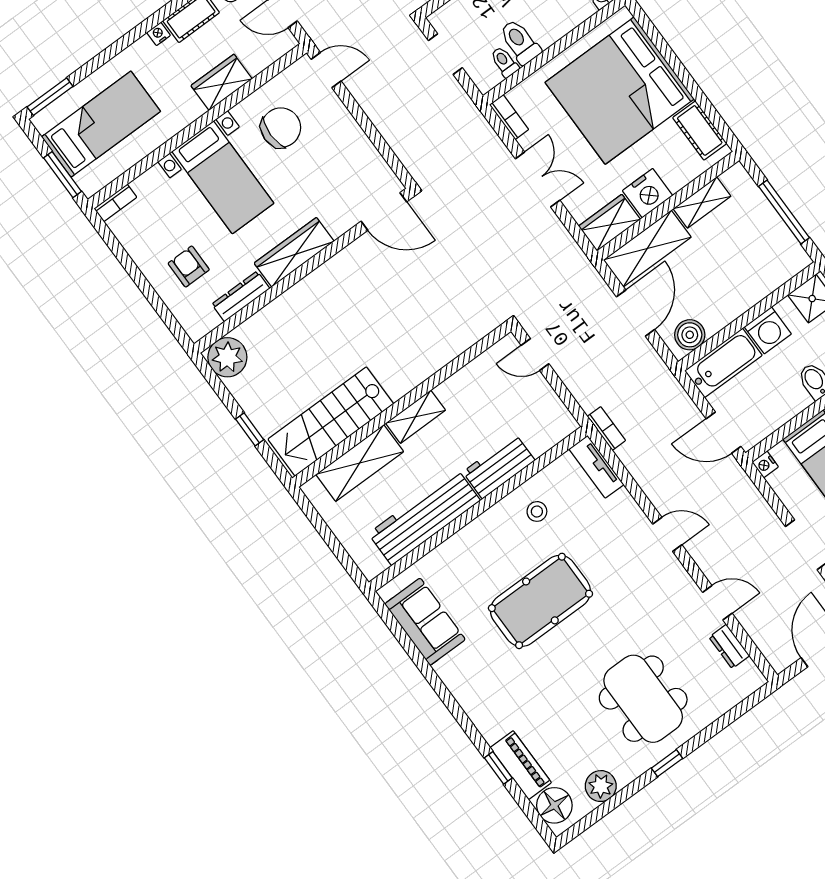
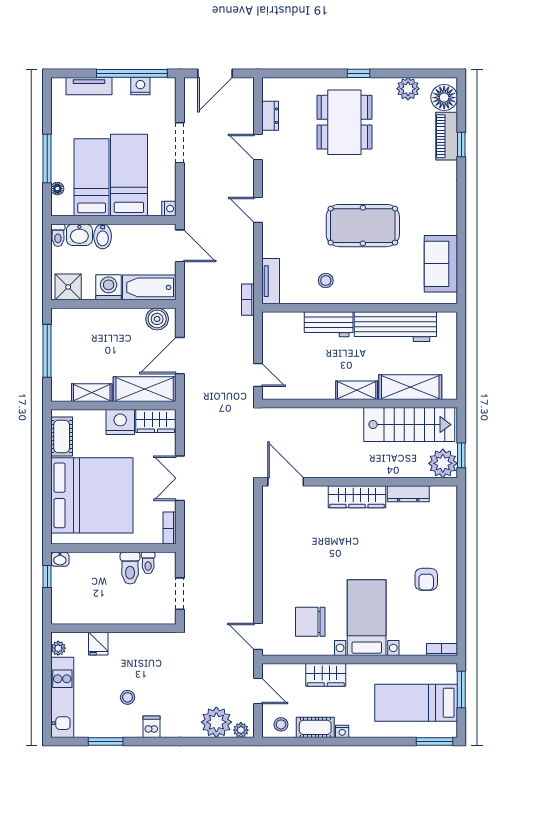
door: (384, 211) -> (286, 482), moved
wardrobe: (294, 252) -> (357, 497), moved
wall: (303, 271) -> (360, 482), moved
dresser: (241, 296) -> (408, 494), moved
plant: (227, 357) -> (443, 463), moved

